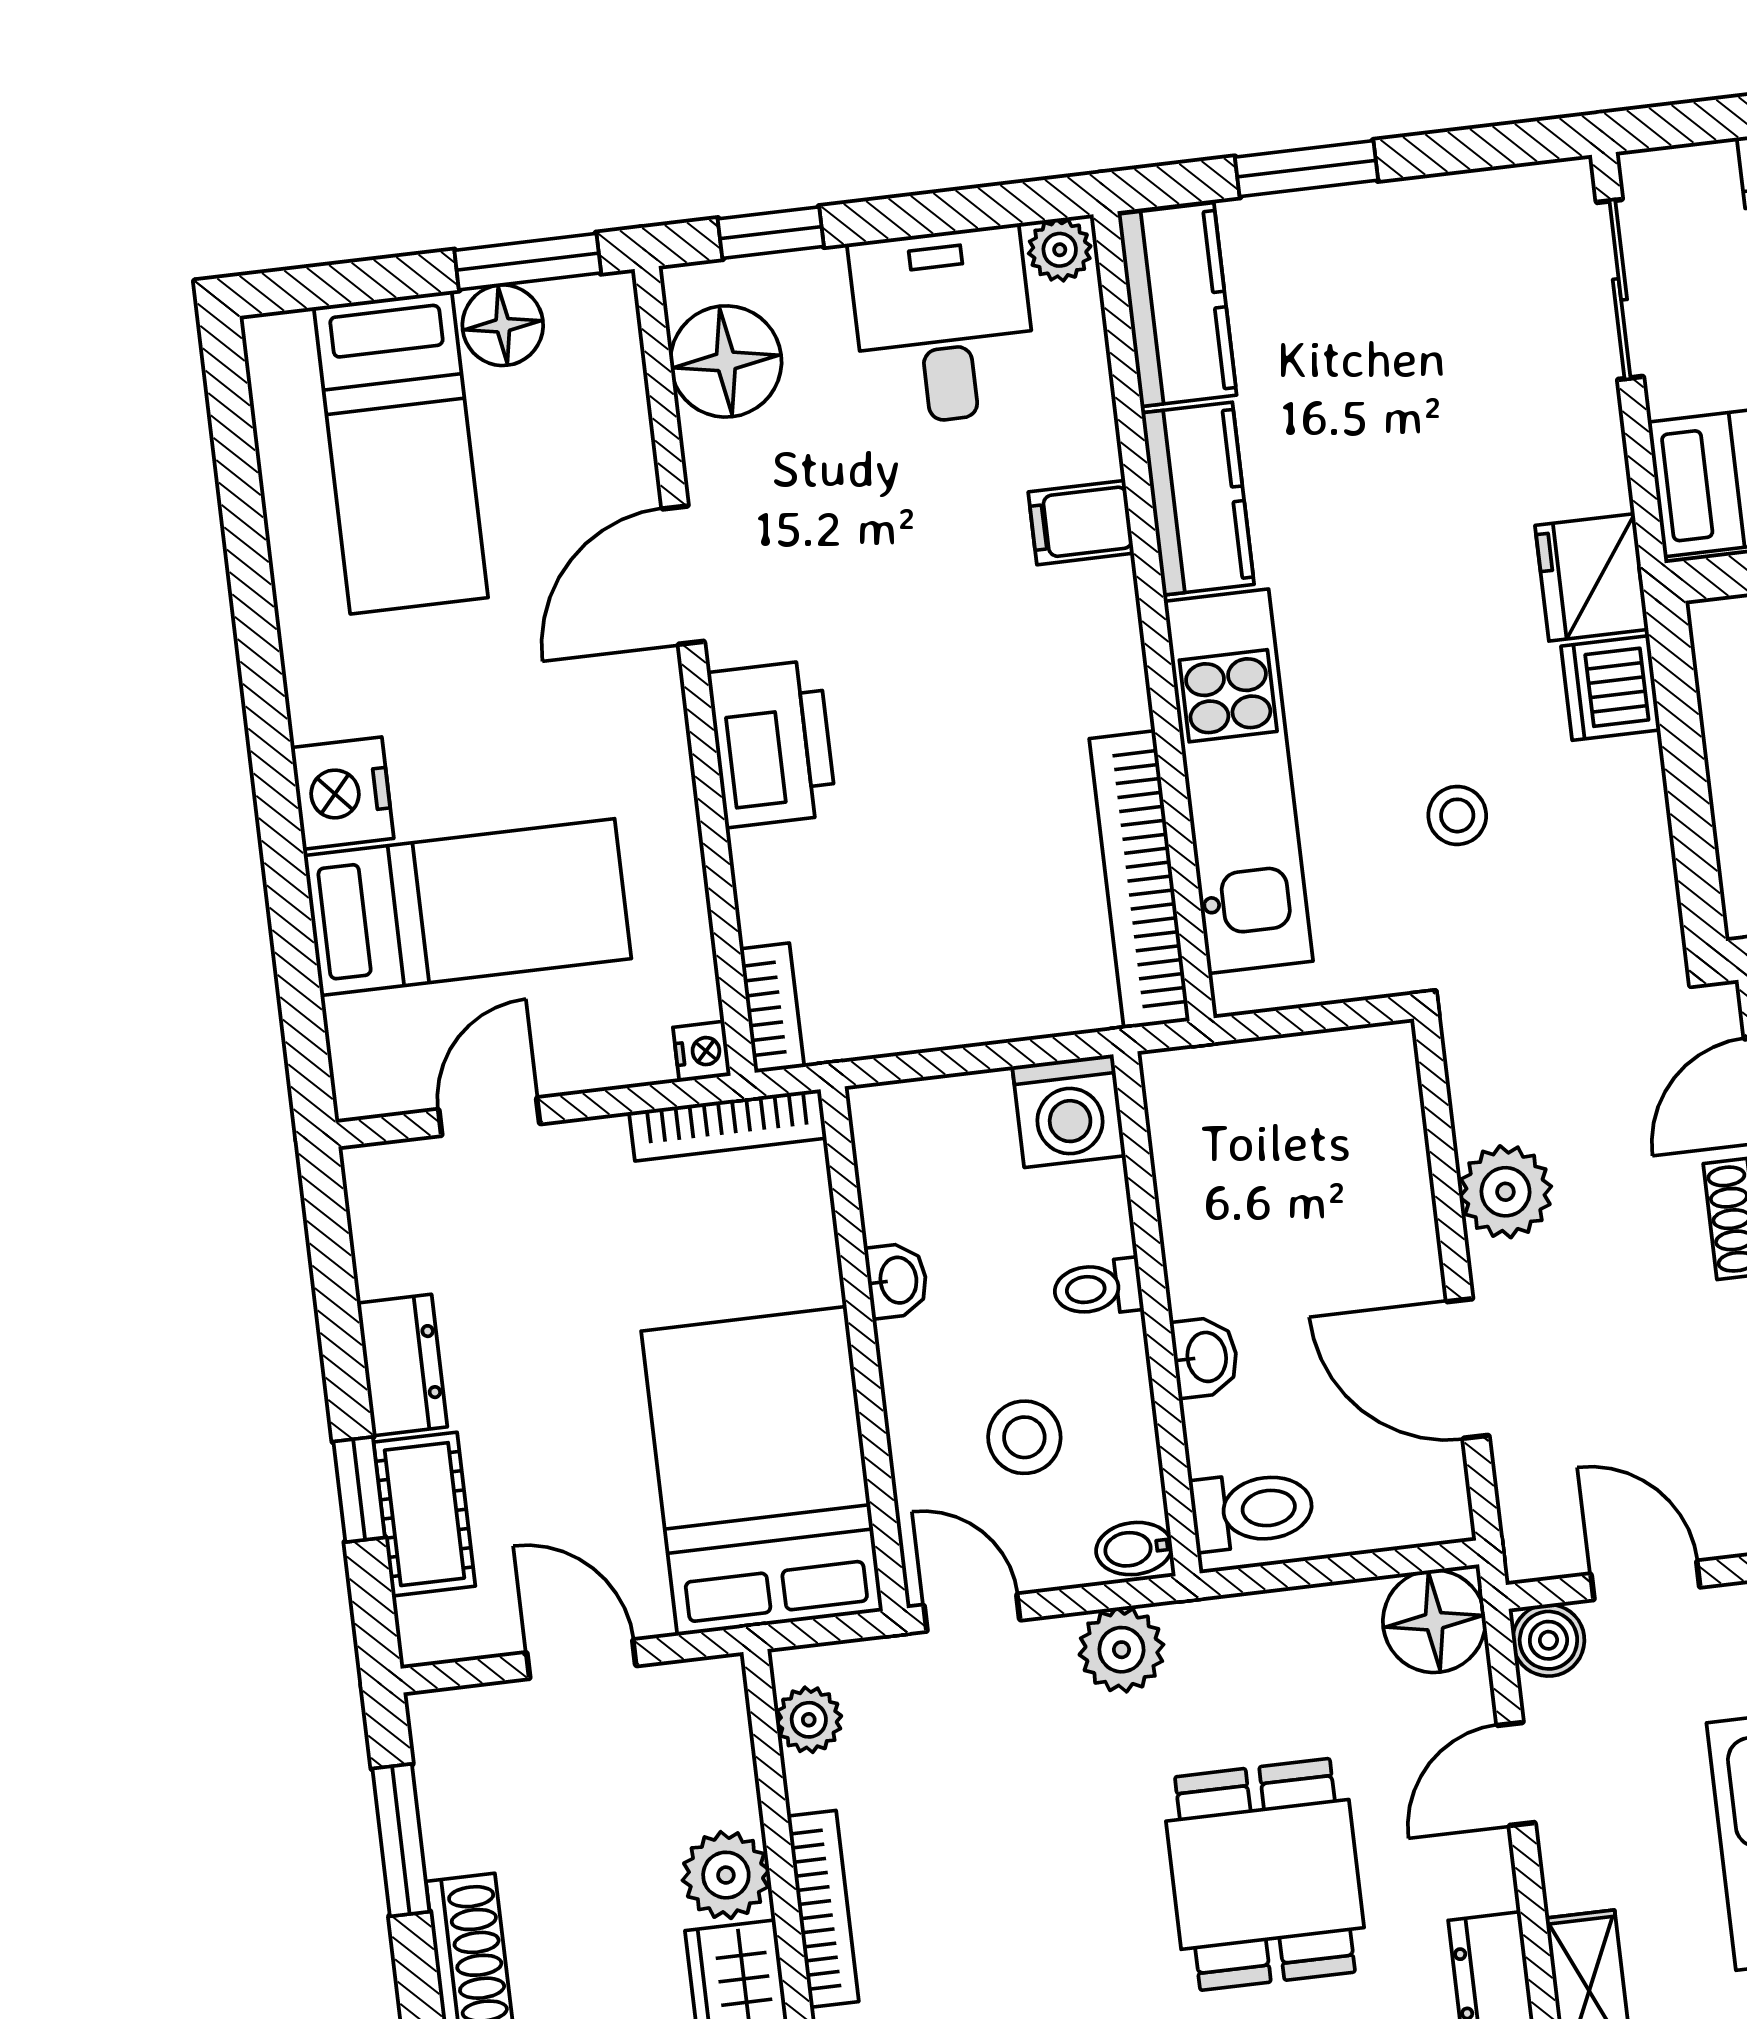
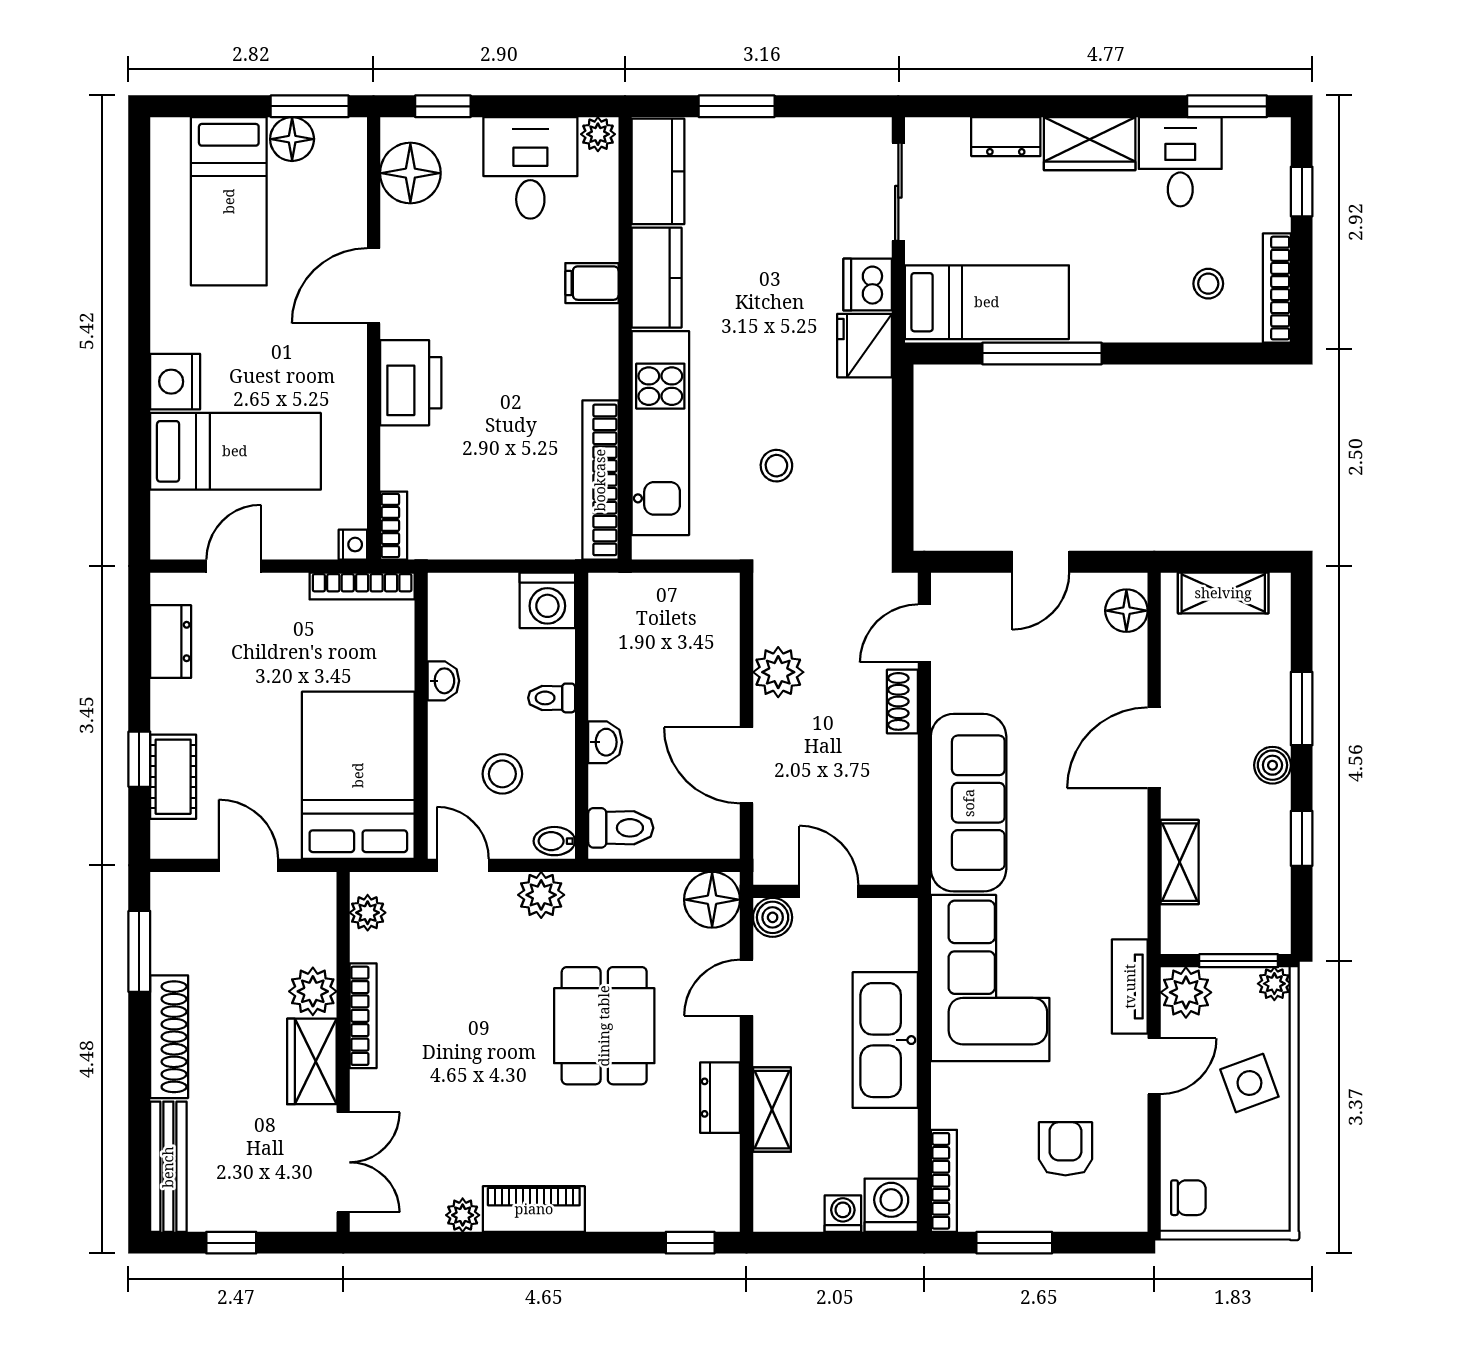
dishwasher: (1611, 688) -> (868, 285), moved
dresser: (402, 1365) -> (171, 642), moved

